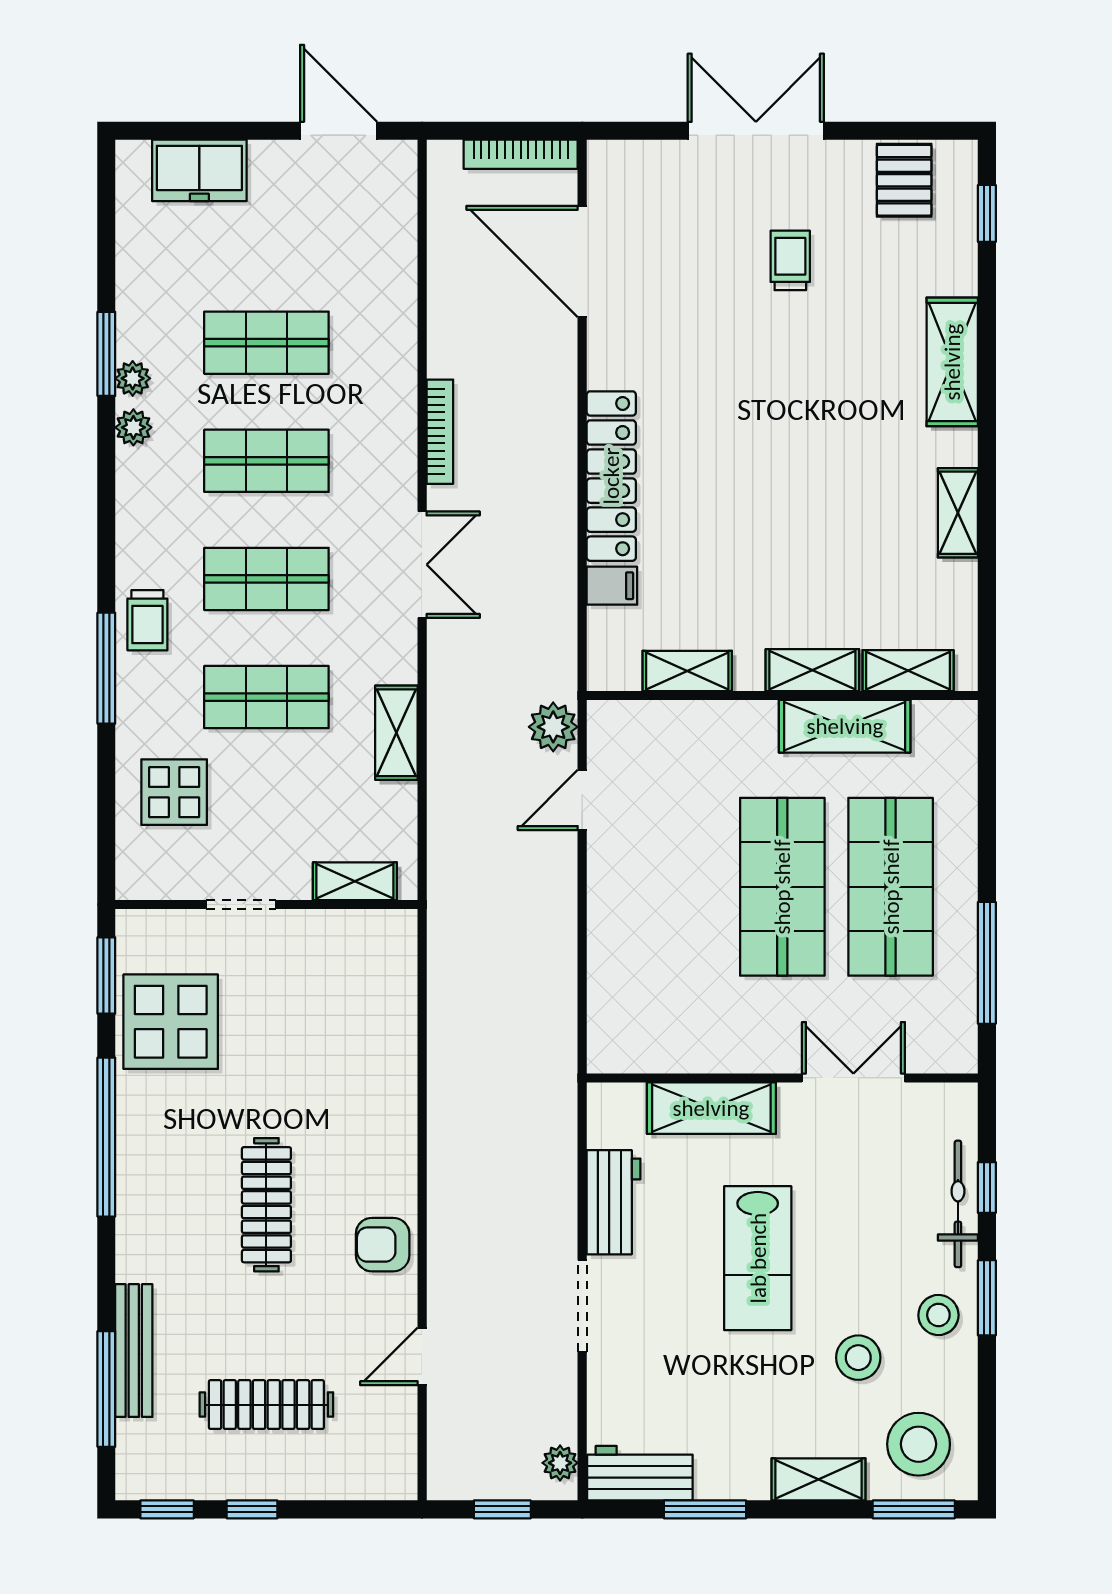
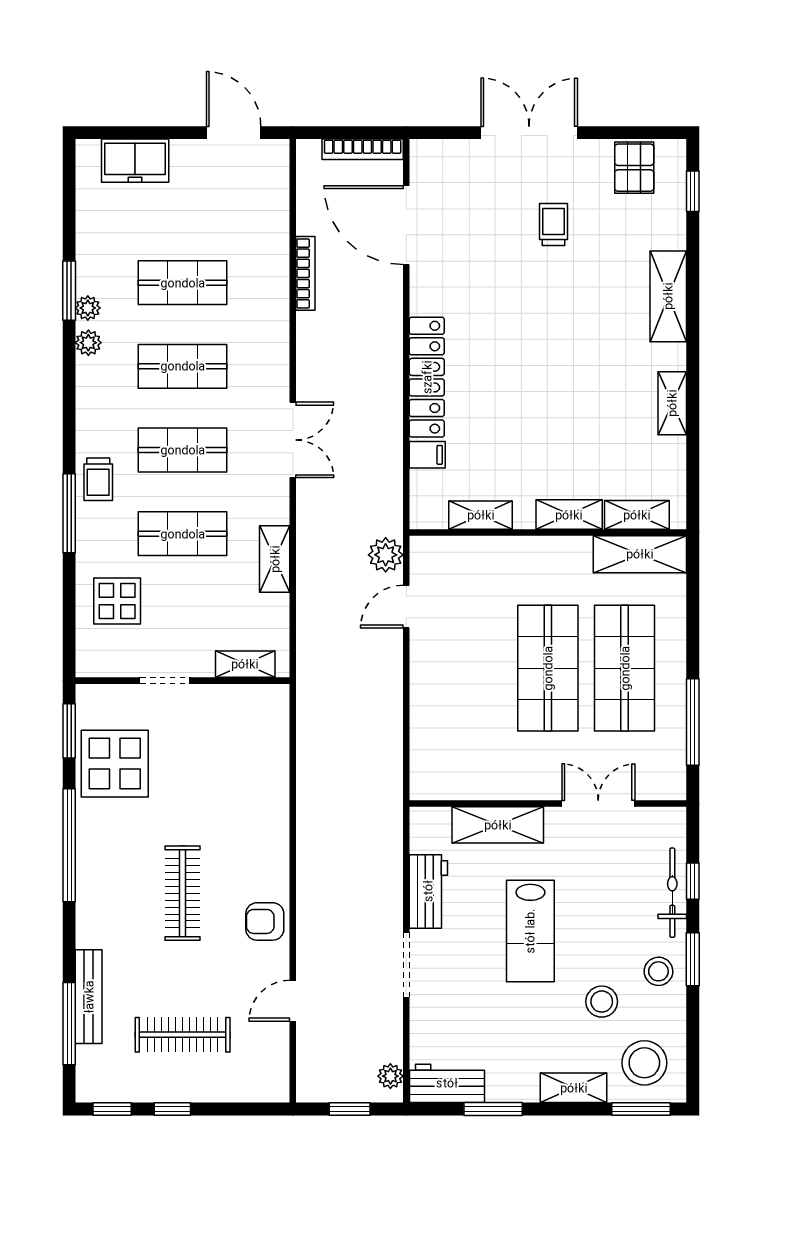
bookcase: (440, 432) -> (305, 273), moved
shelving: (845, 726) -> (640, 554), moved

